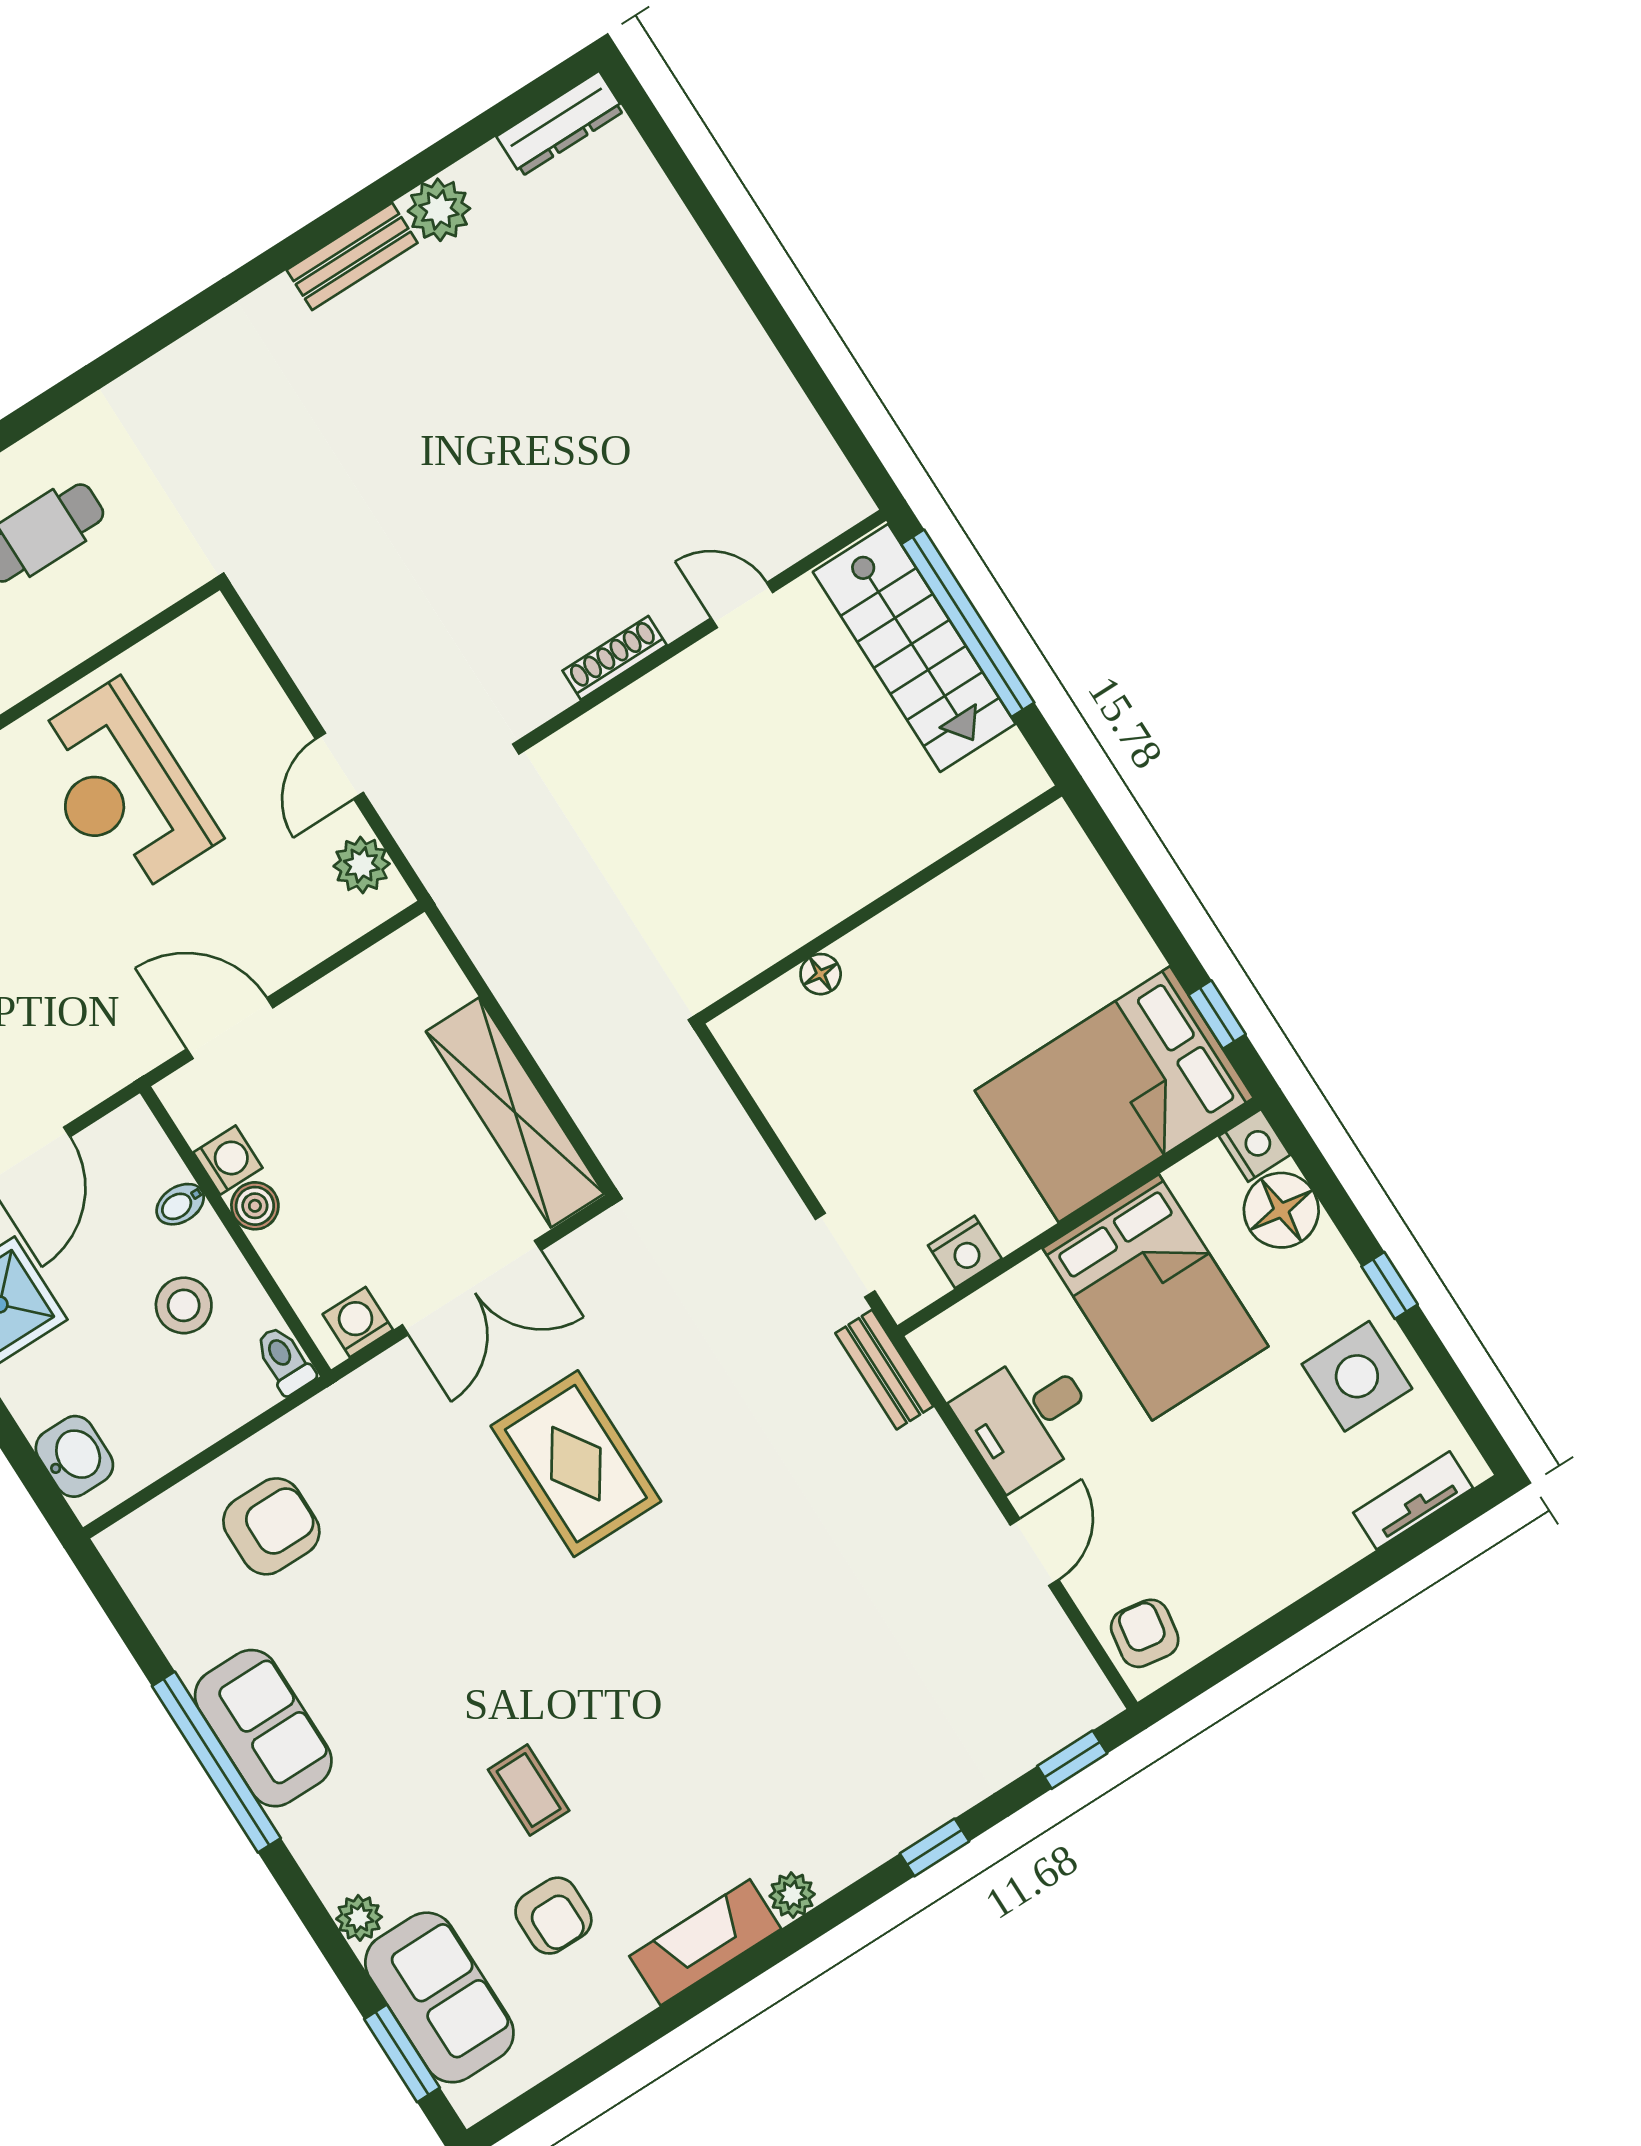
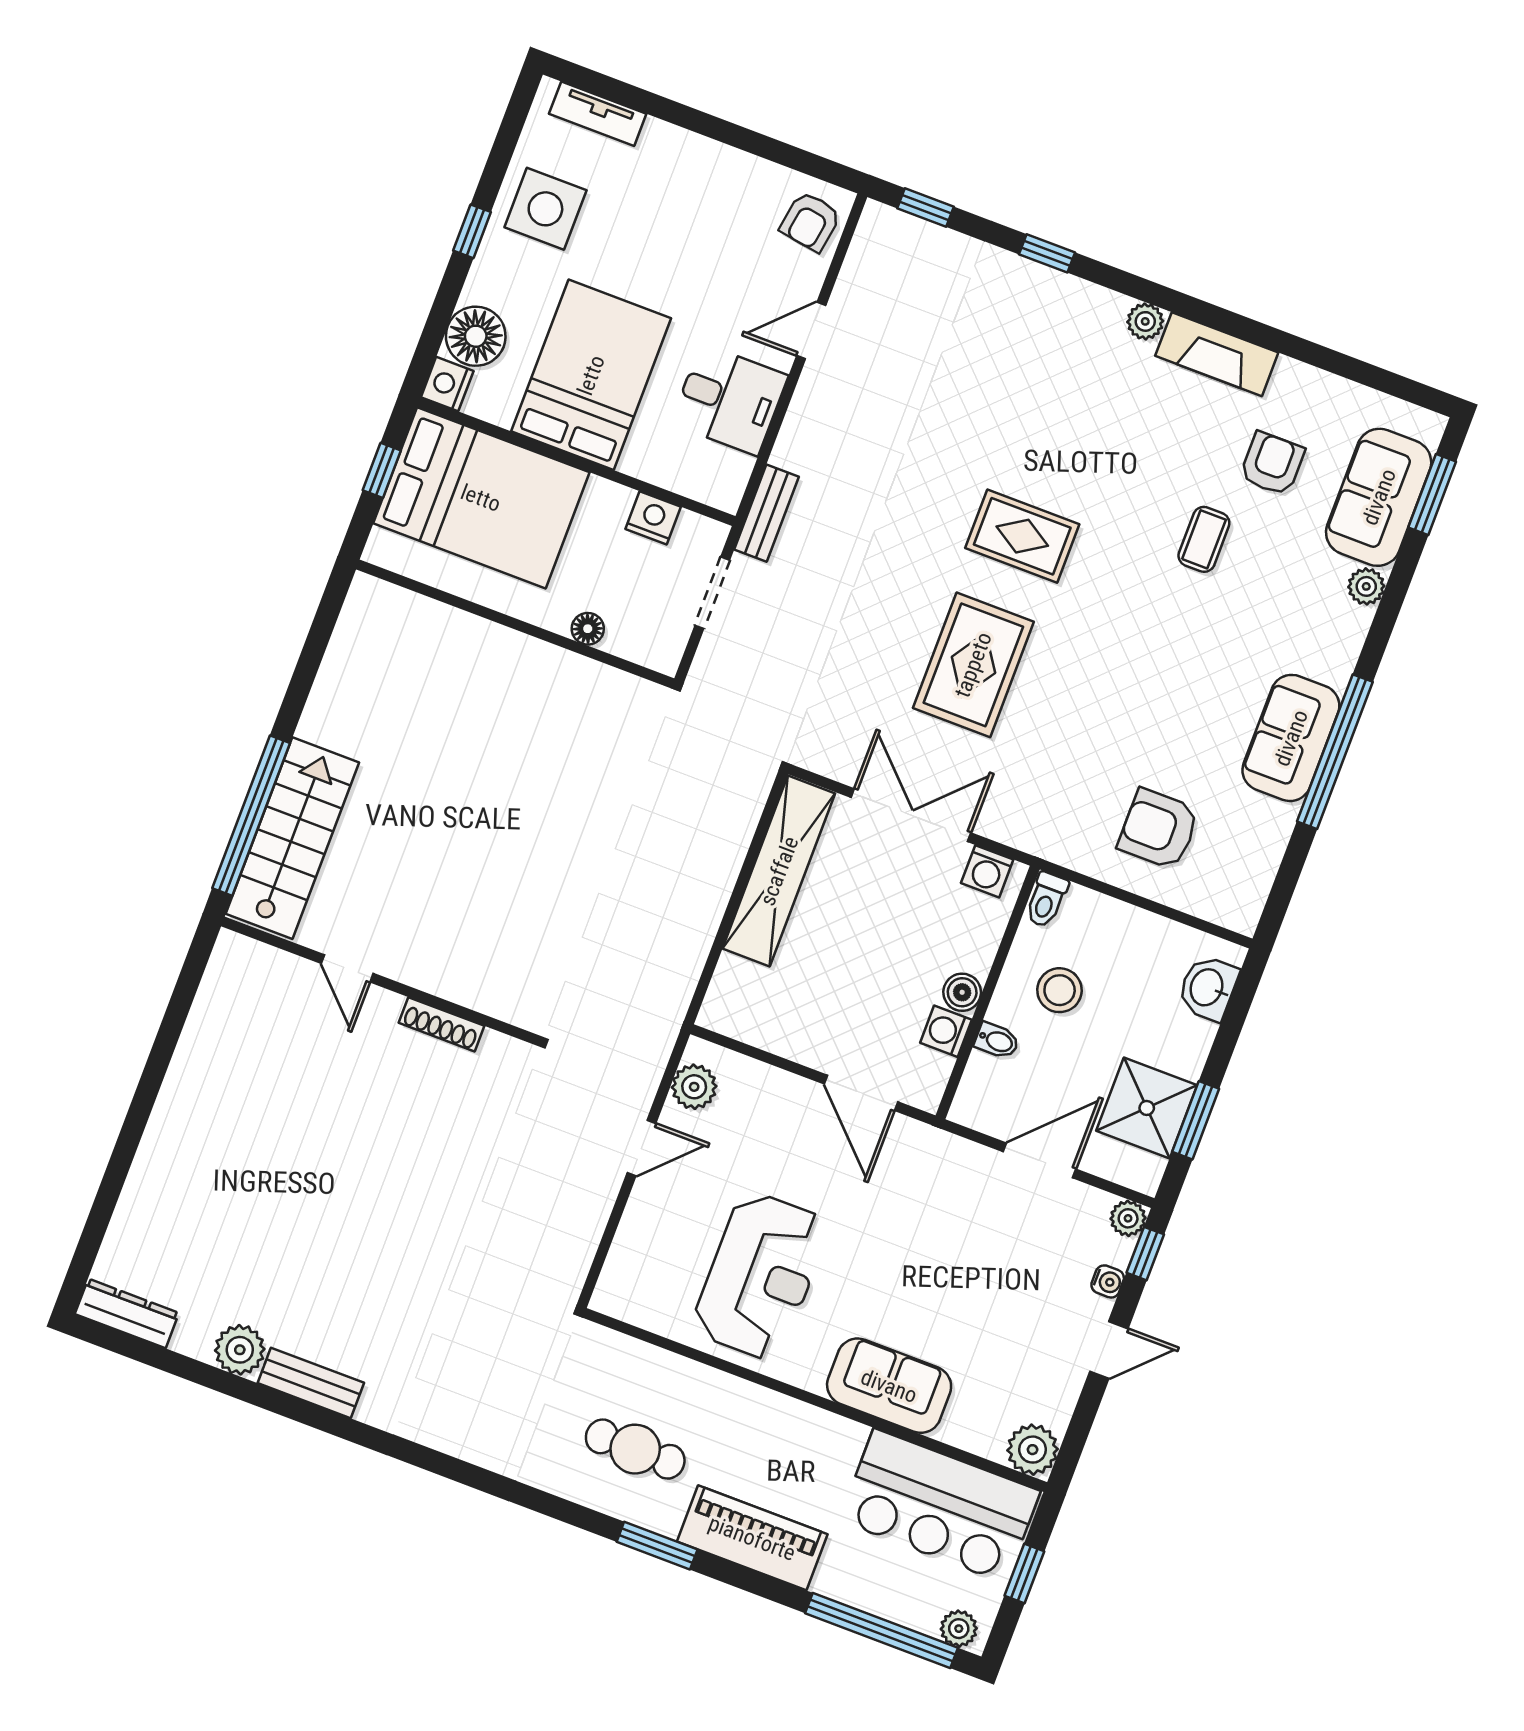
wall: (880, 905) -> (515, 624), moved
floor lamp: (821, 974) -> (588, 629), moved
rug: (669, 1610) -> (1022, 536), added

